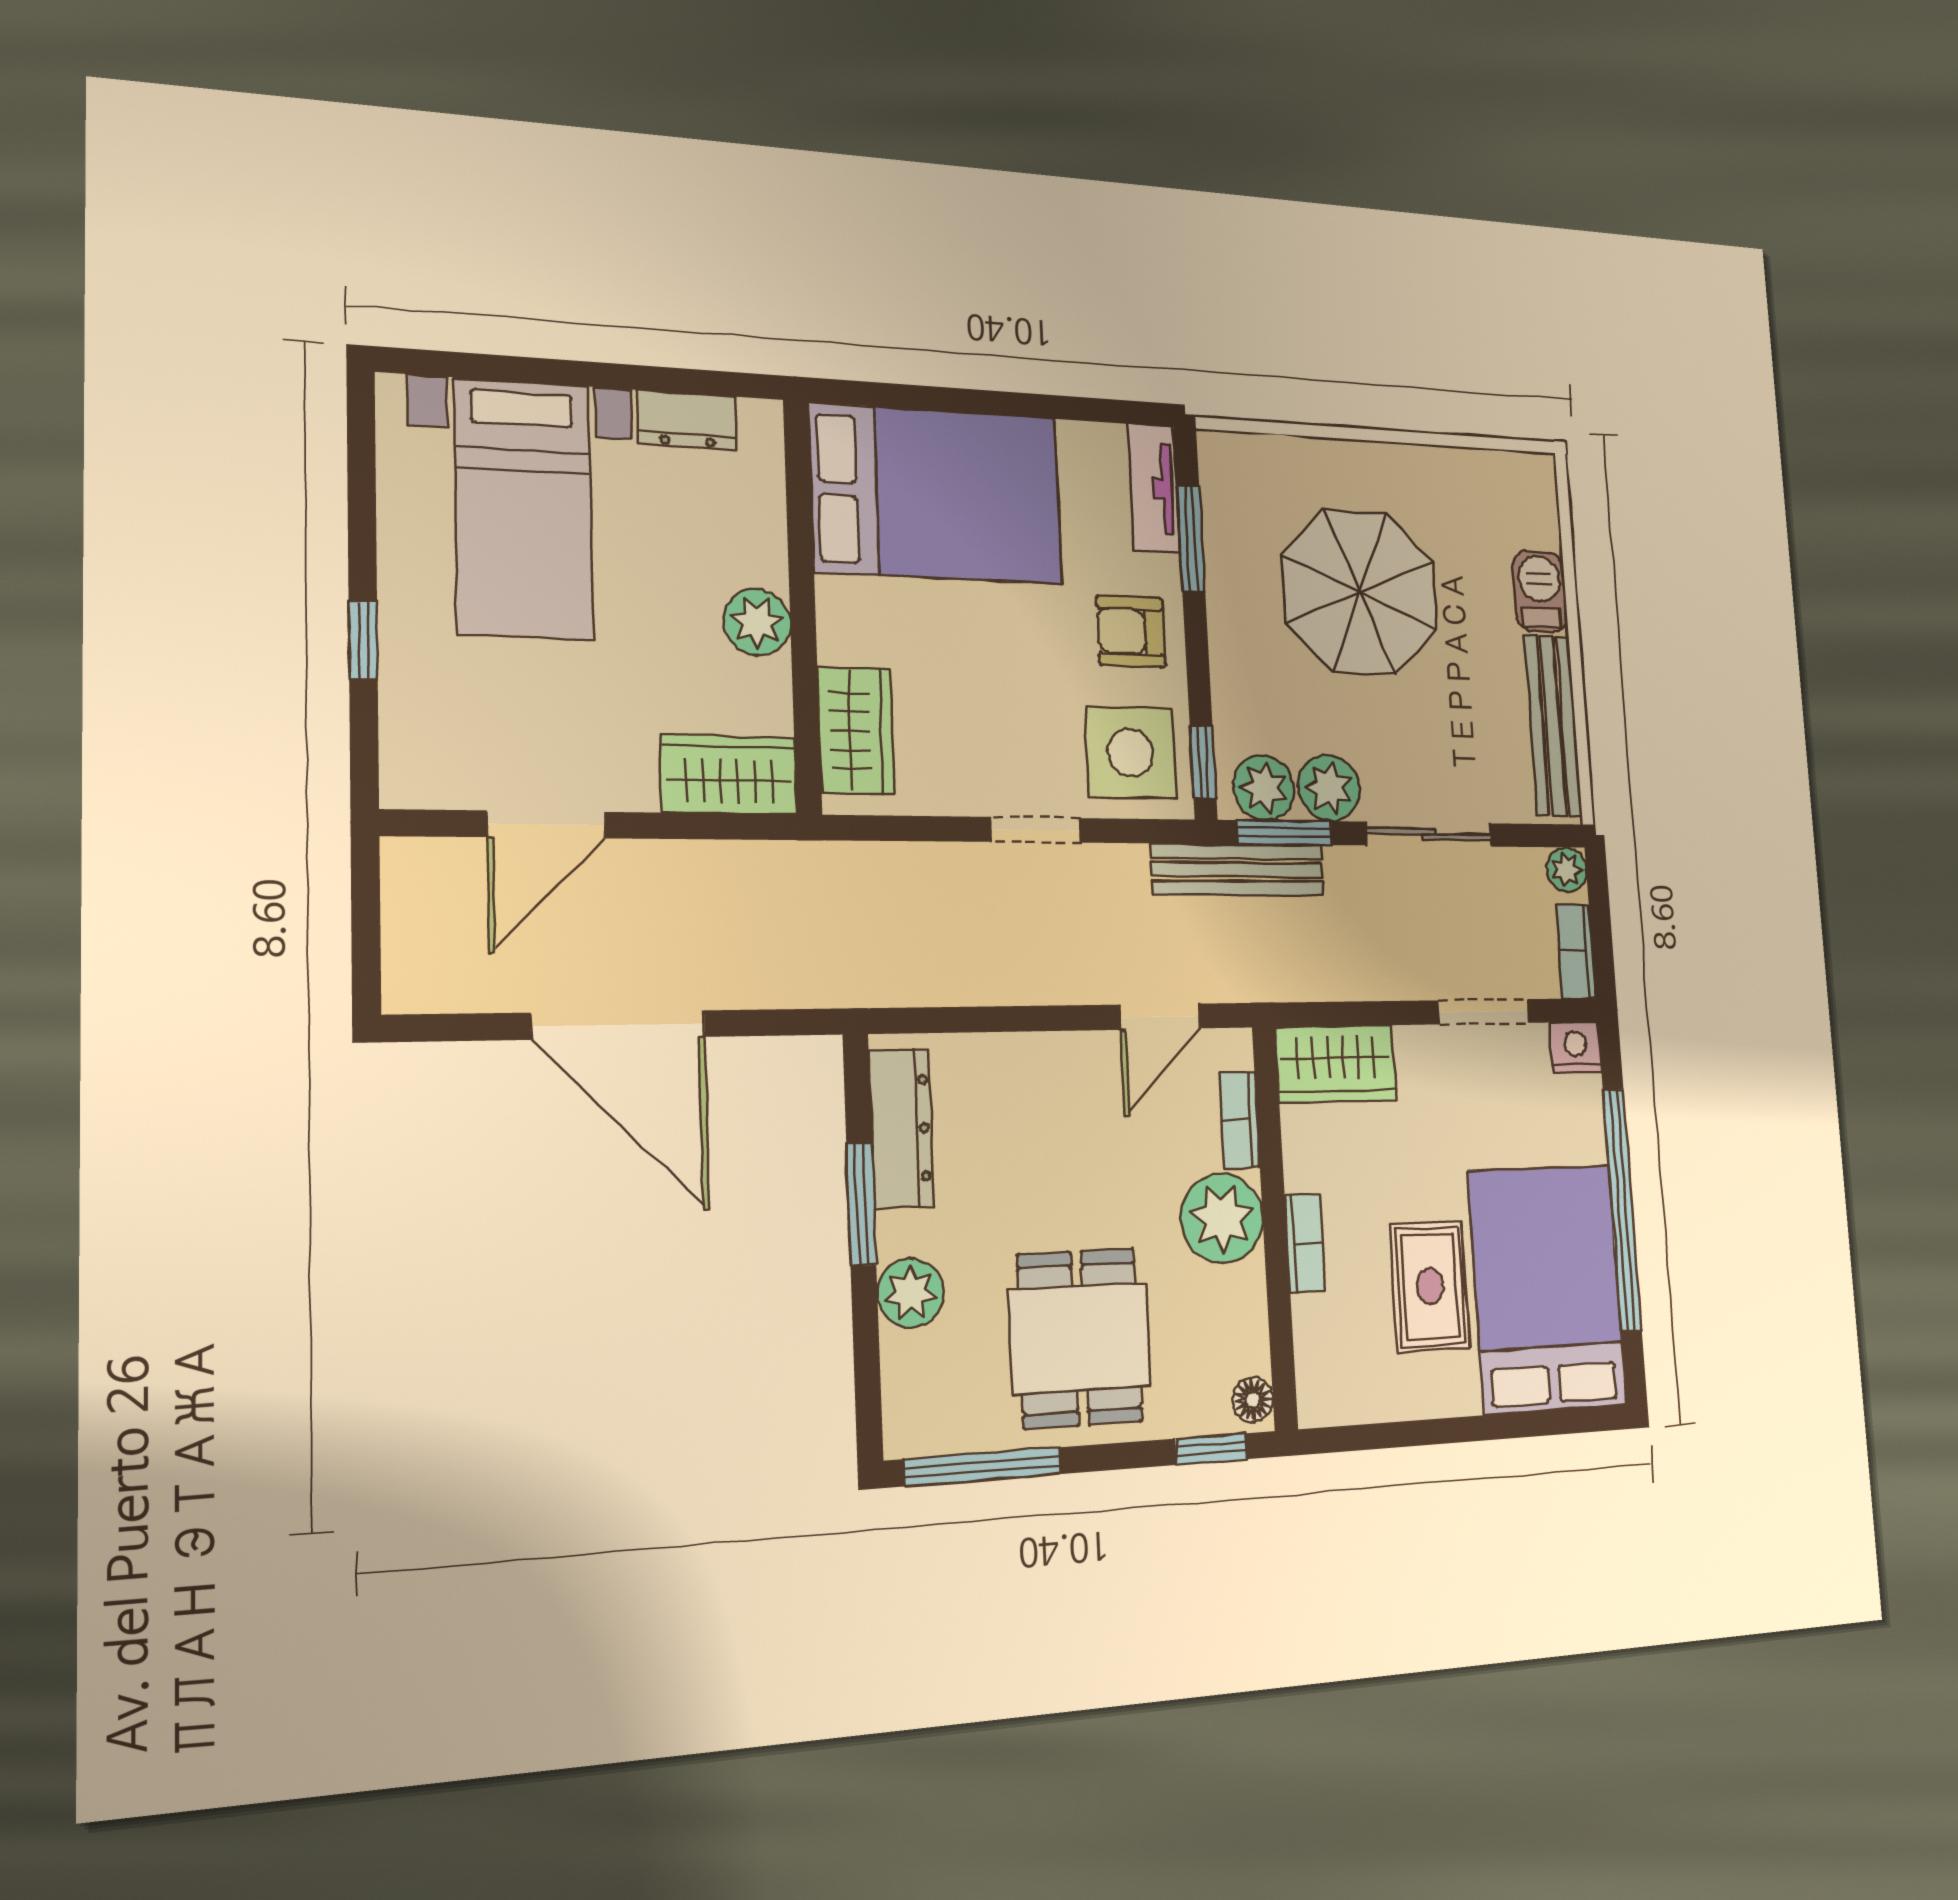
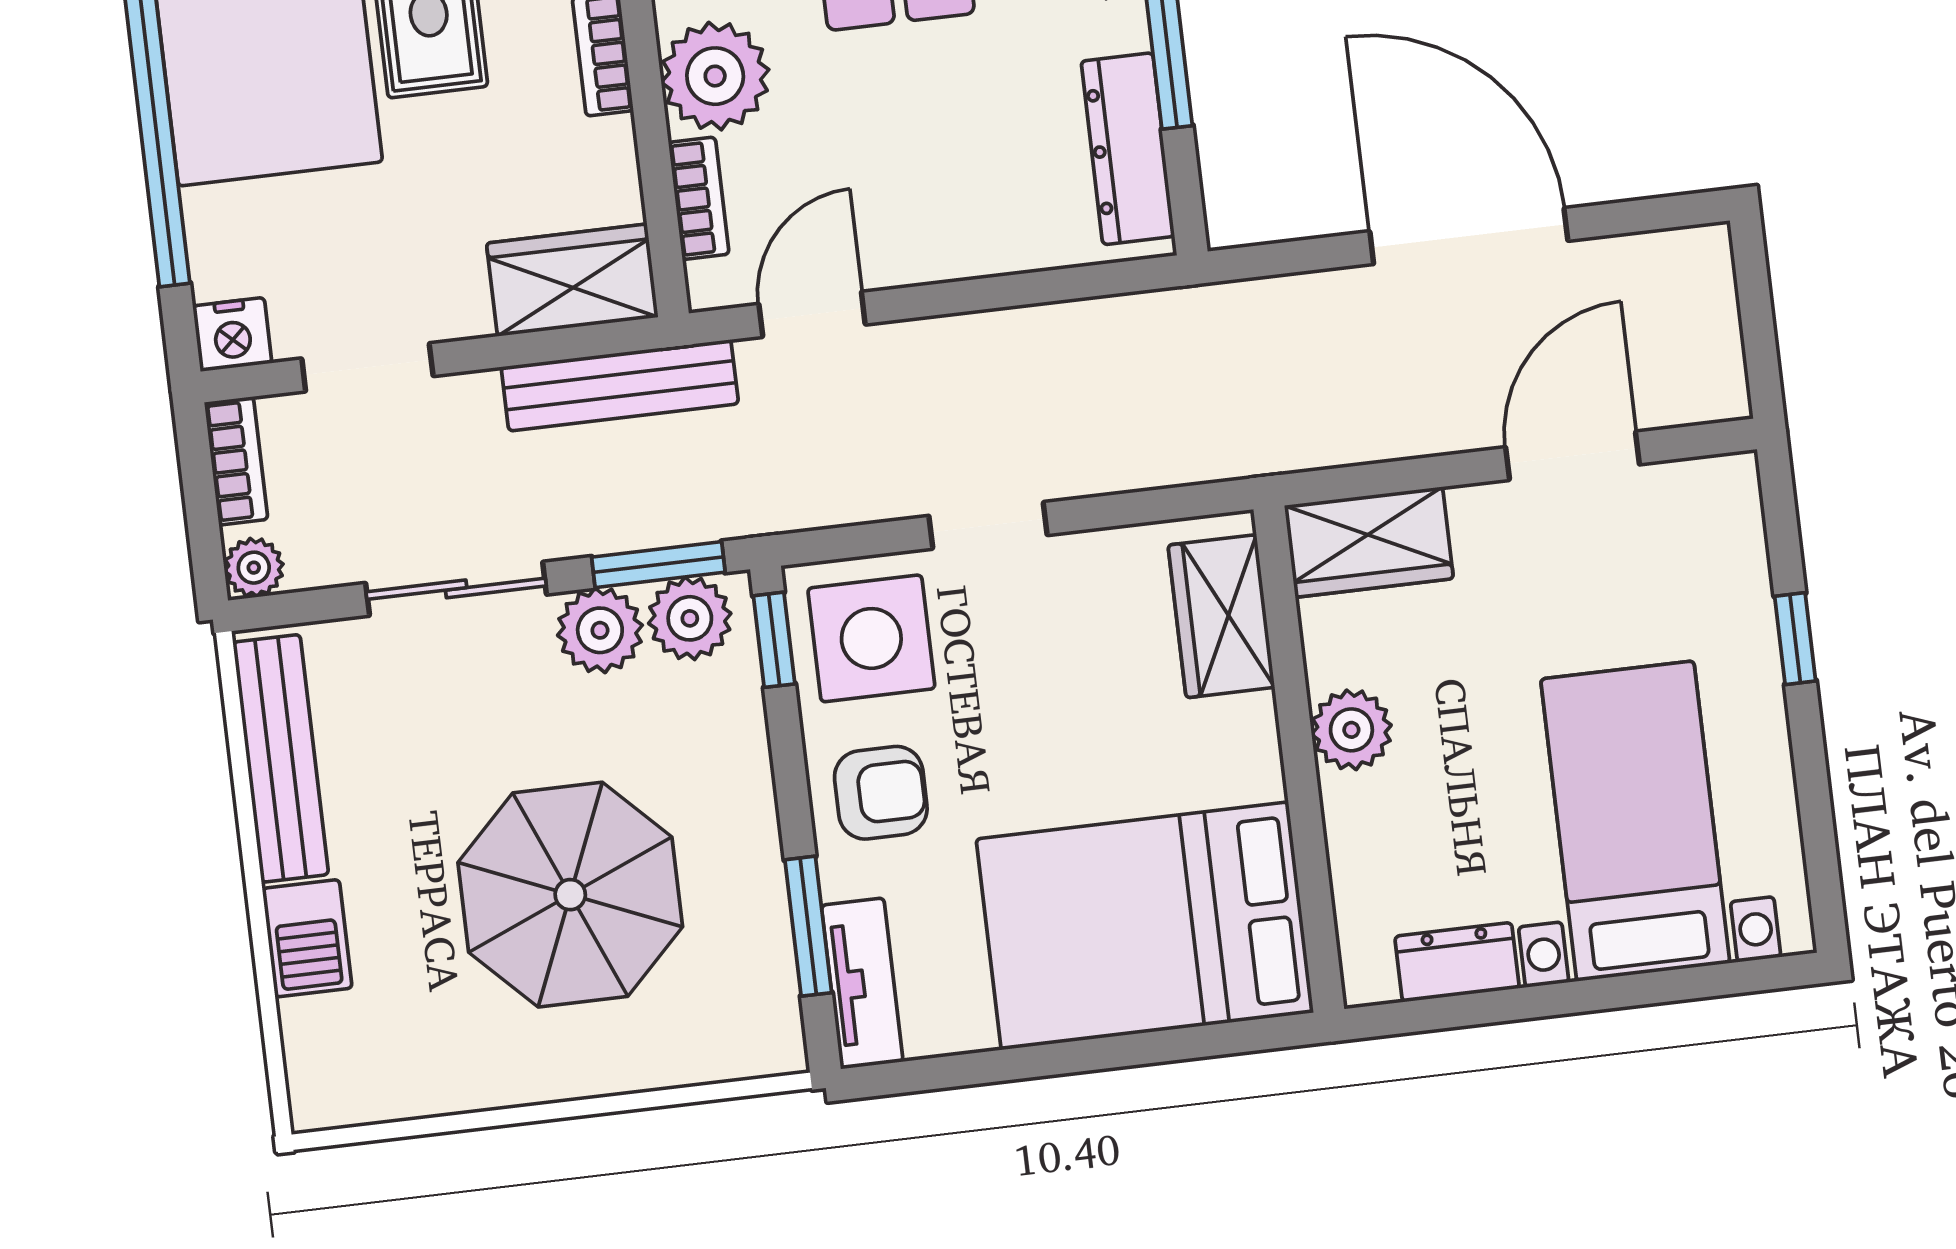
bench: (1238, 870) -> (620, 385), moved

